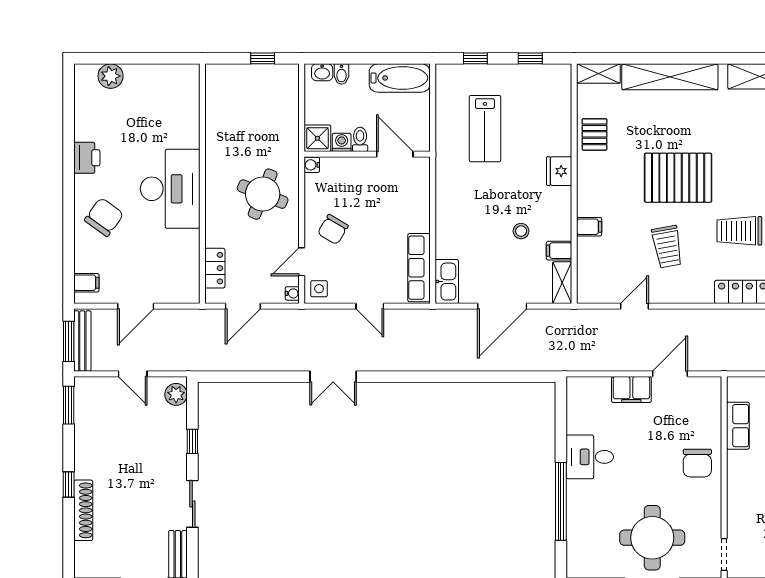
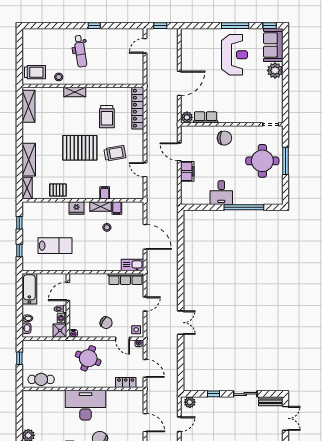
shelving: (670, 77) -> (29, 160), width x0.68
cafe table: (221, 101) -> (41, 379), added
pallet: (678, 178) -> (80, 148), turned 90
shelving: (562, 283) -> (101, 207), moved
plant: (738, 389) -> (187, 117), added

